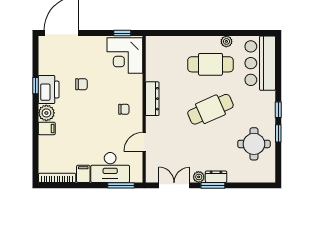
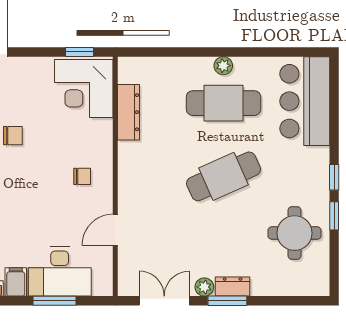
plant: (226, 41) -> (223, 66), moved
dresser: (152, 99) -> (128, 112), moved
window: (121, 185) -> (54, 301), moved

